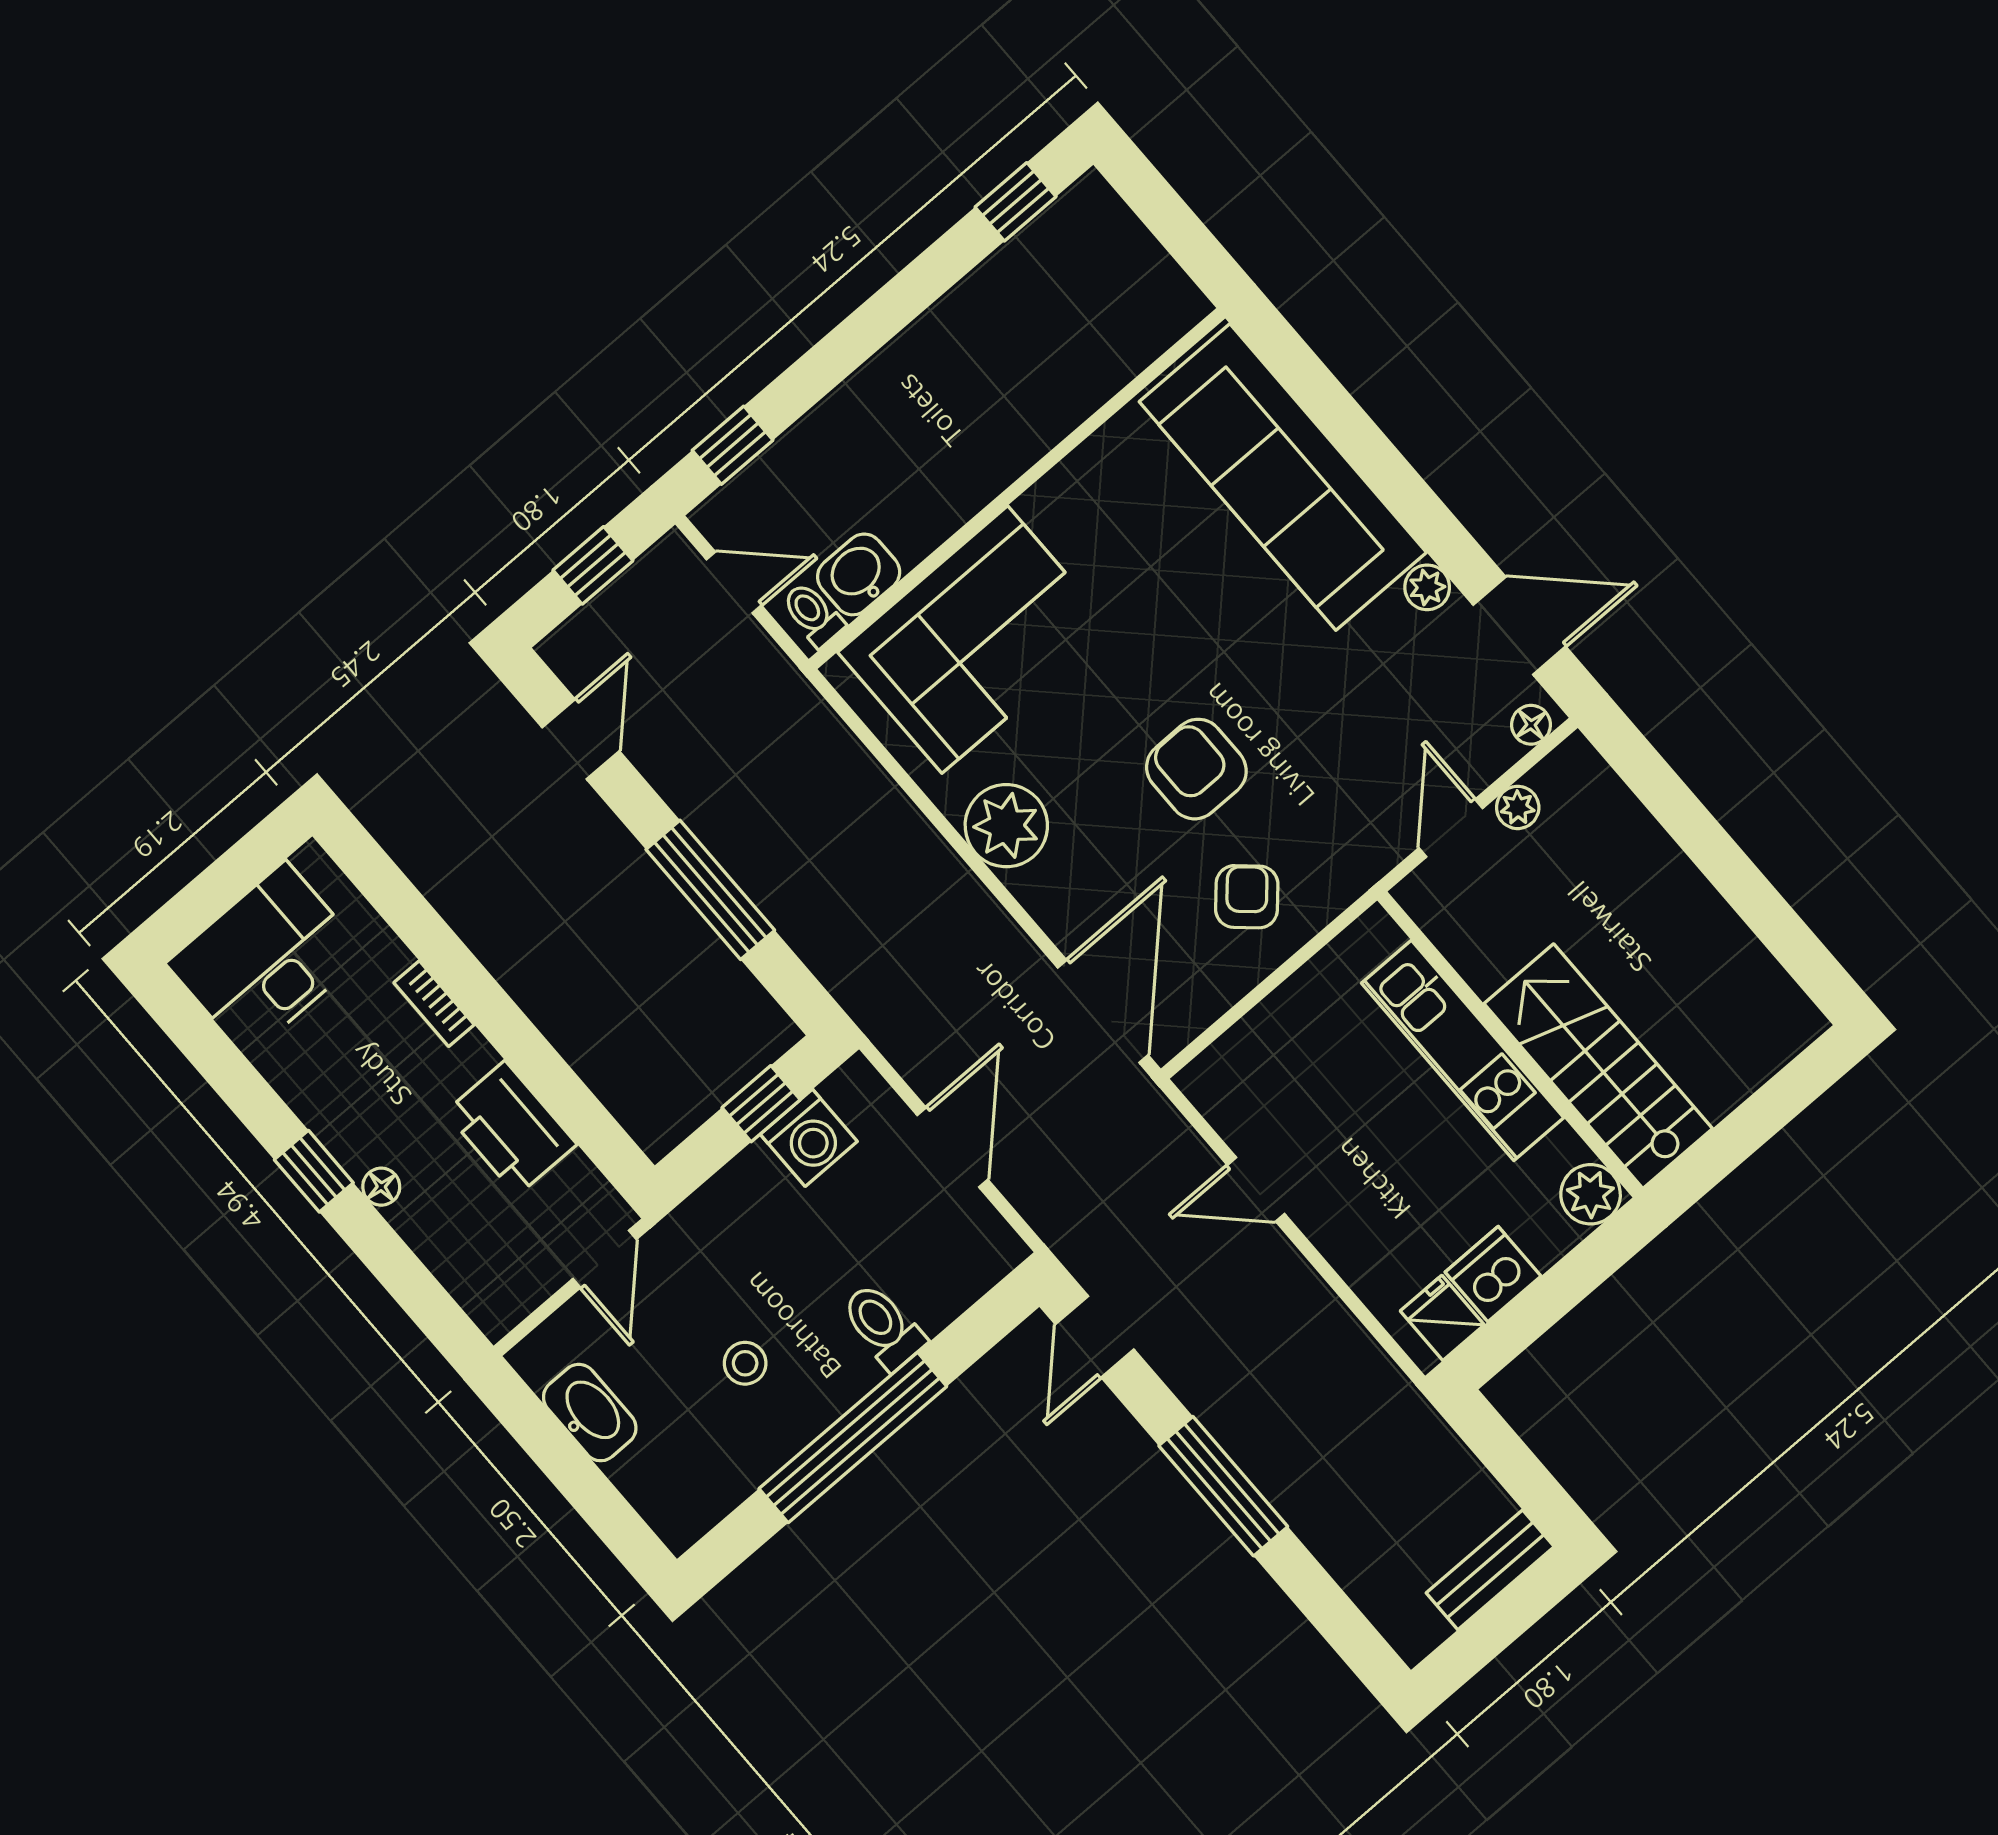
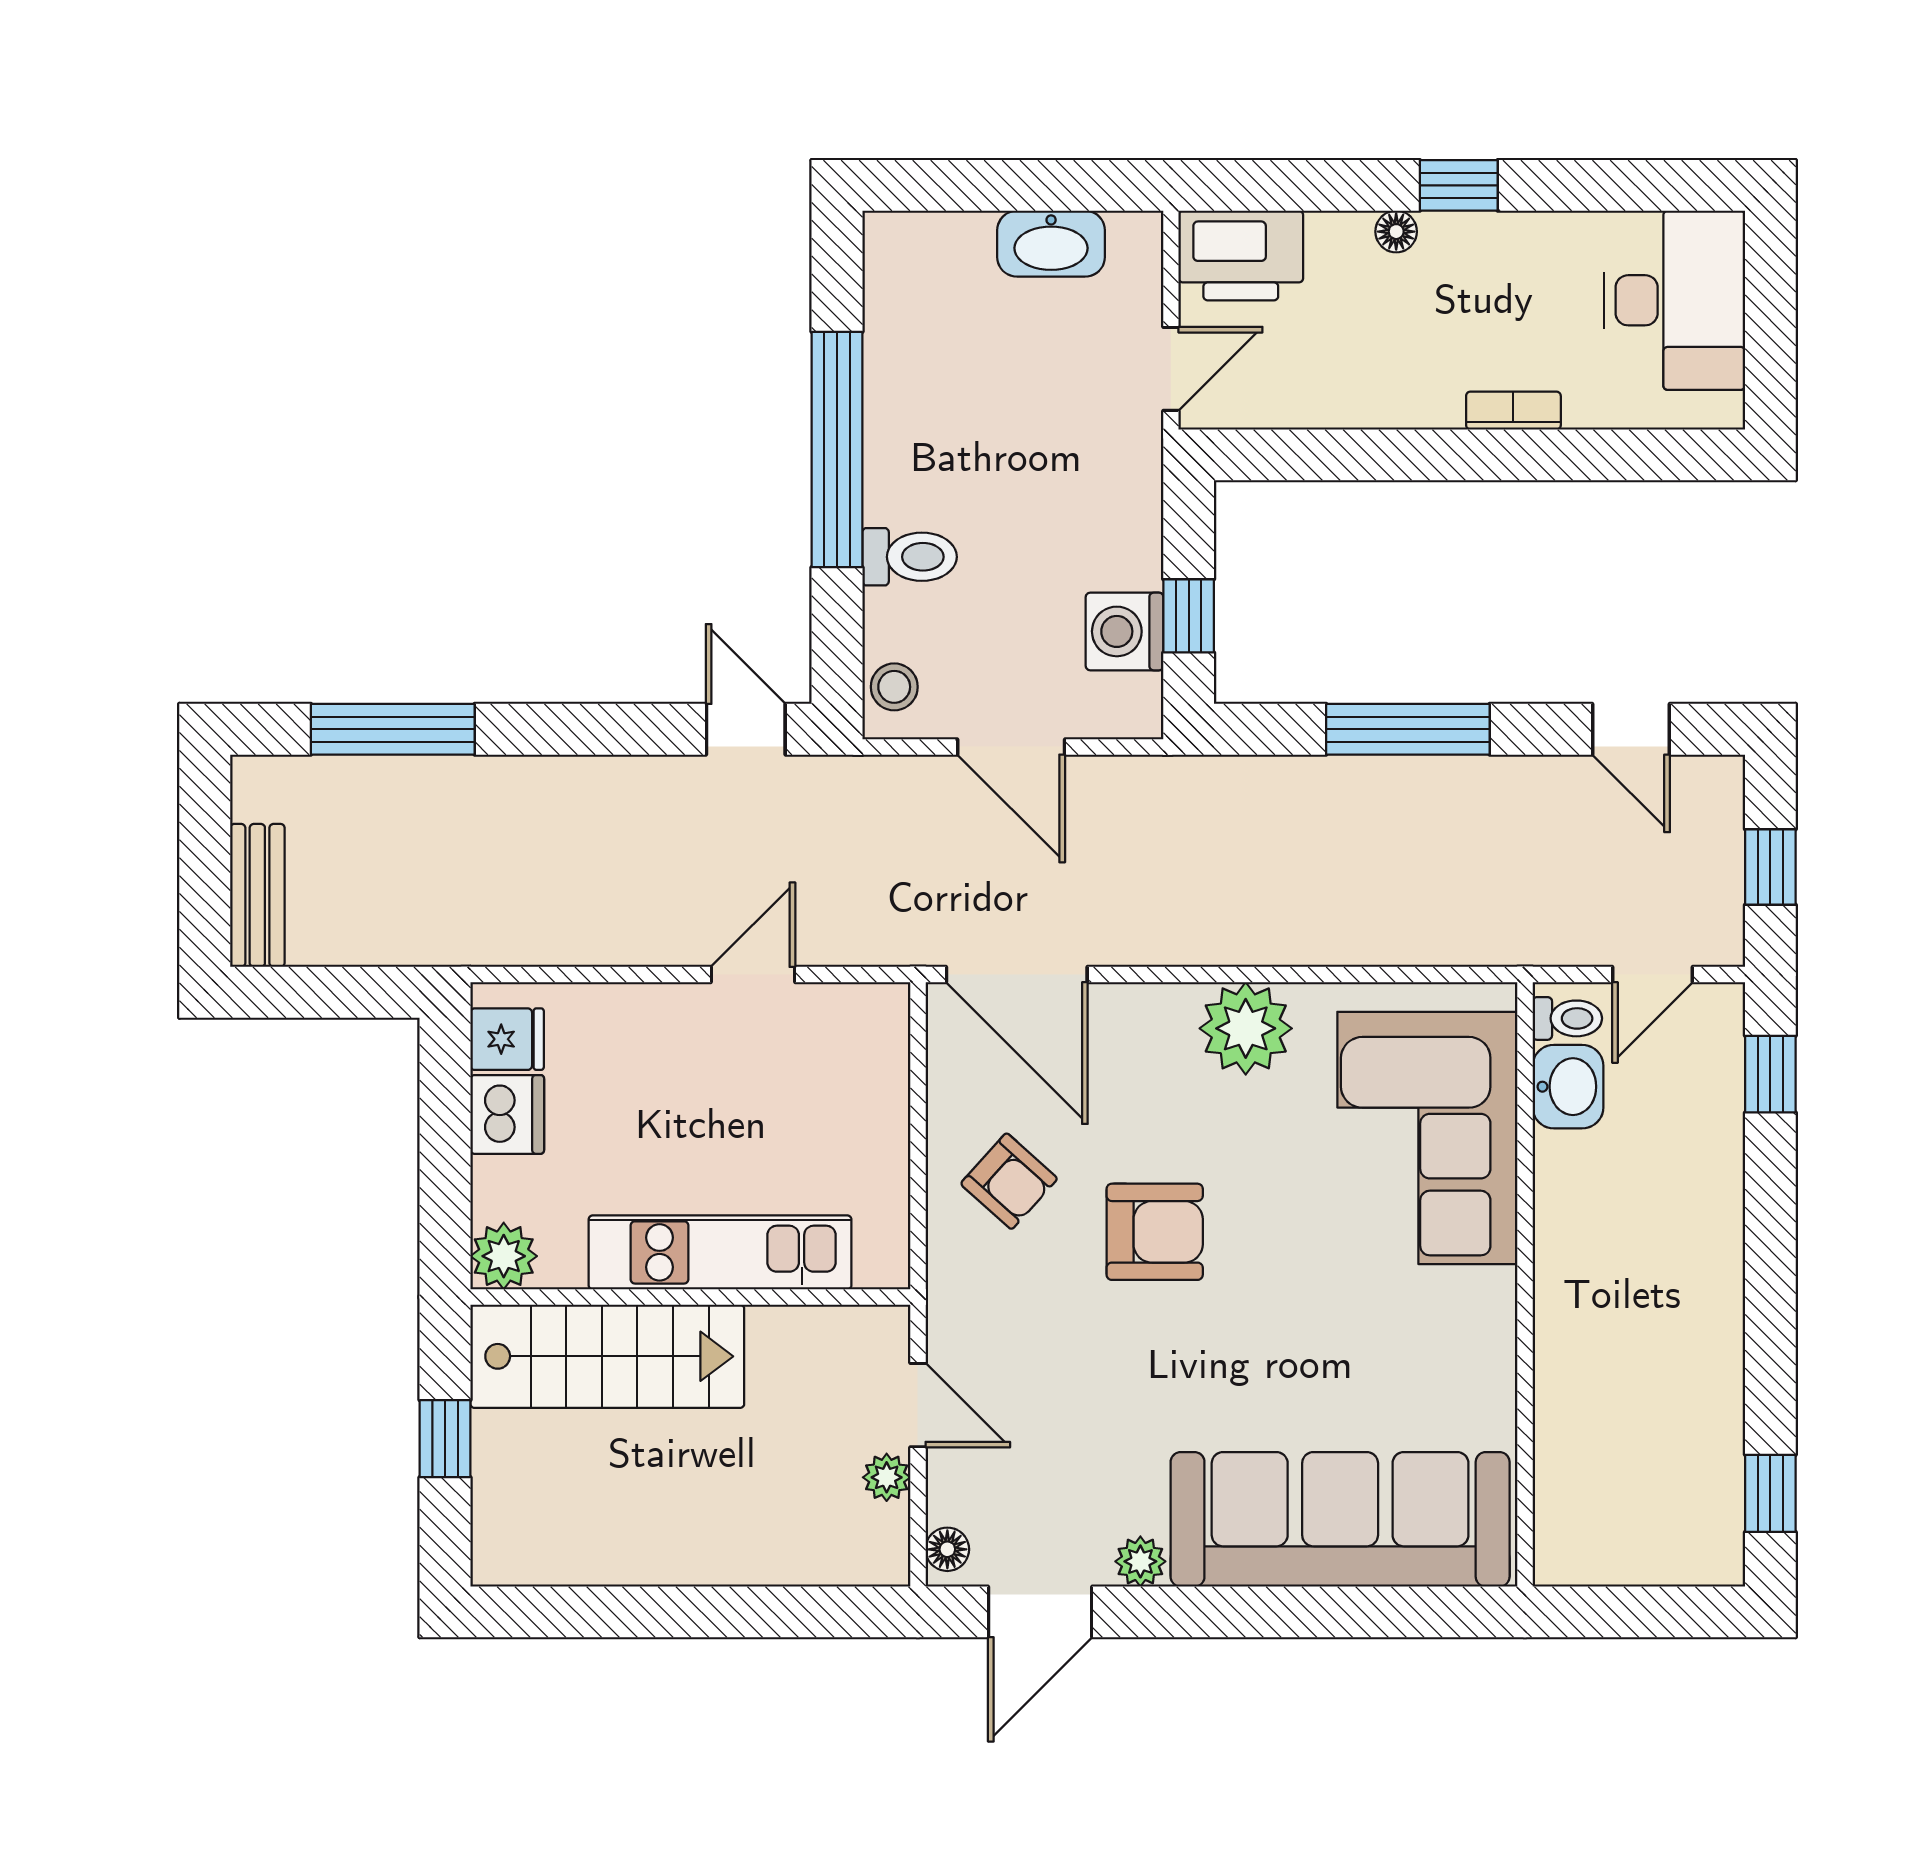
printer: (511, 1128) -> (1241, 256), moved, turned 180
window: (1748, 1128) -> (445, 1439), added
door: (605, 1259) -> (1171, 369), swing flipped
stool: (745, 1363) -> (894, 687), moved
window: (1223, 1486) -> (393, 729), moved

